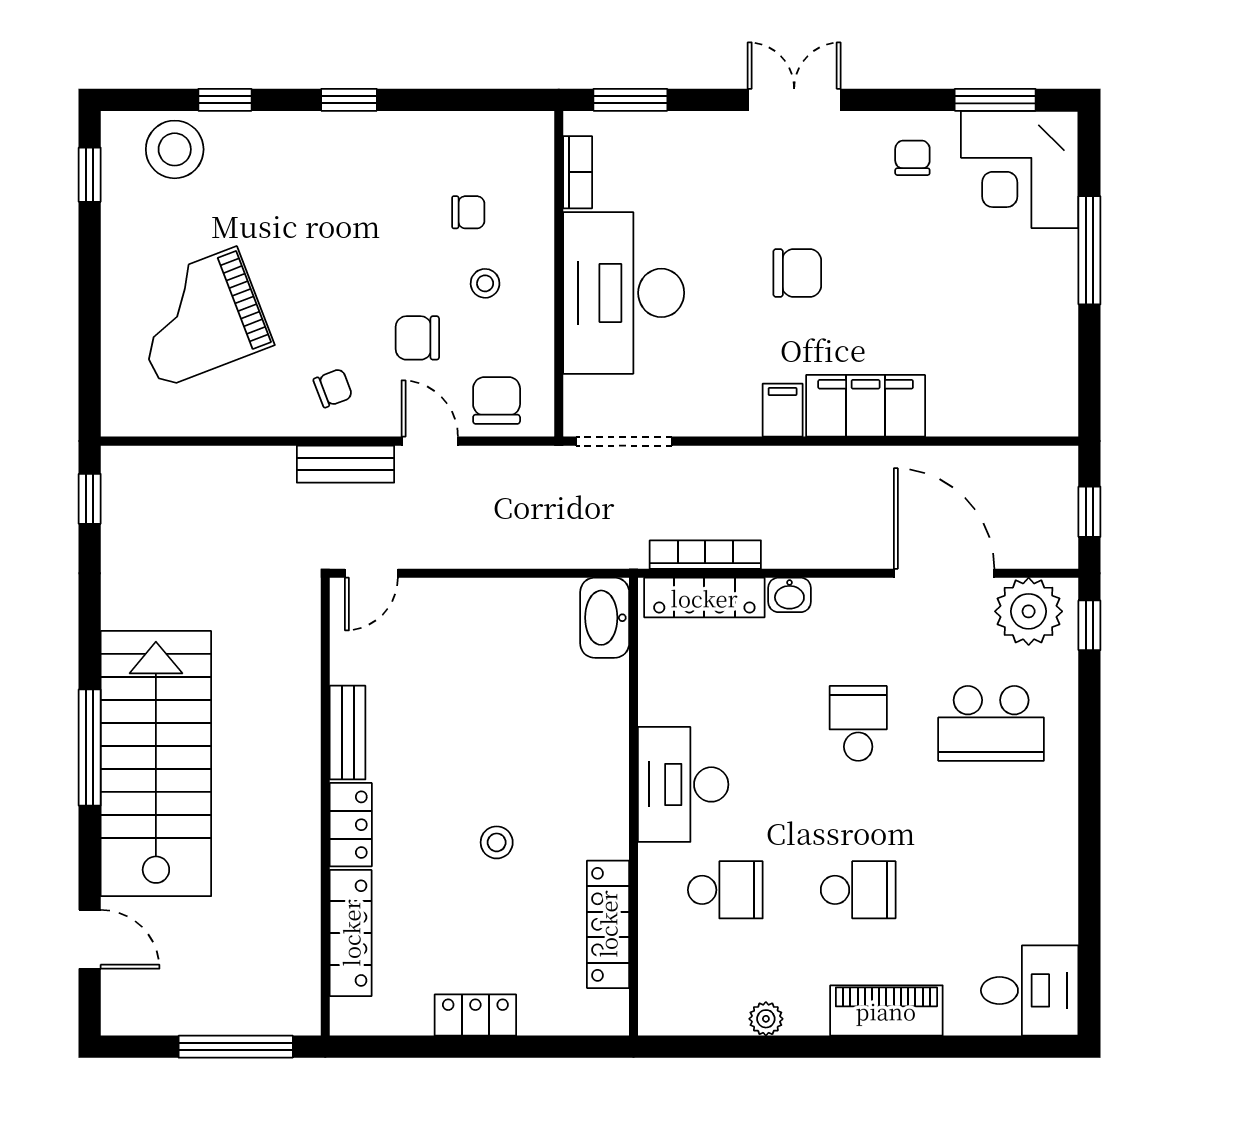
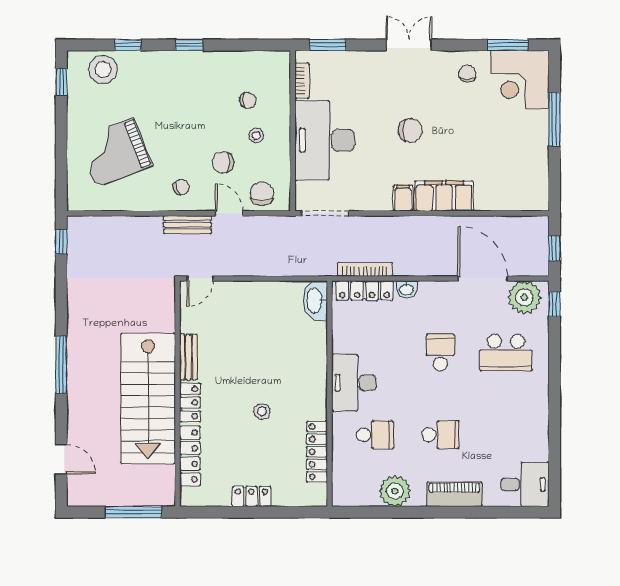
stairs: (156, 764) -> (148, 399), moved, turned 180
plant: (766, 1019) -> (395, 491), width x1.88, depth x1.88

